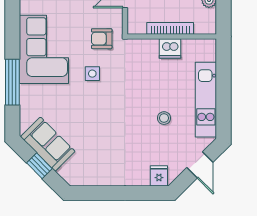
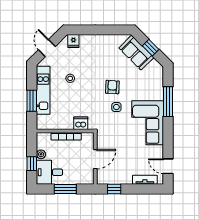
armchair: (102, 39) -> (112, 87), moved, turned -87
dishwasher: (170, 49) -> (81, 123), moved
window: (224, 83) -> (32, 101), added
sofa: (48, 144) -> (136, 53), moved

